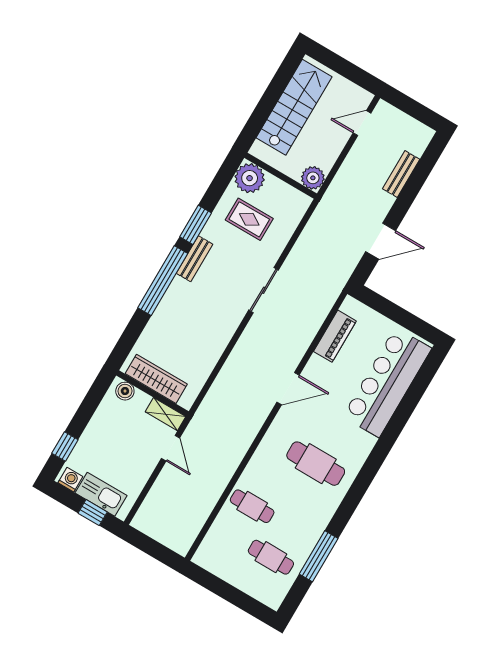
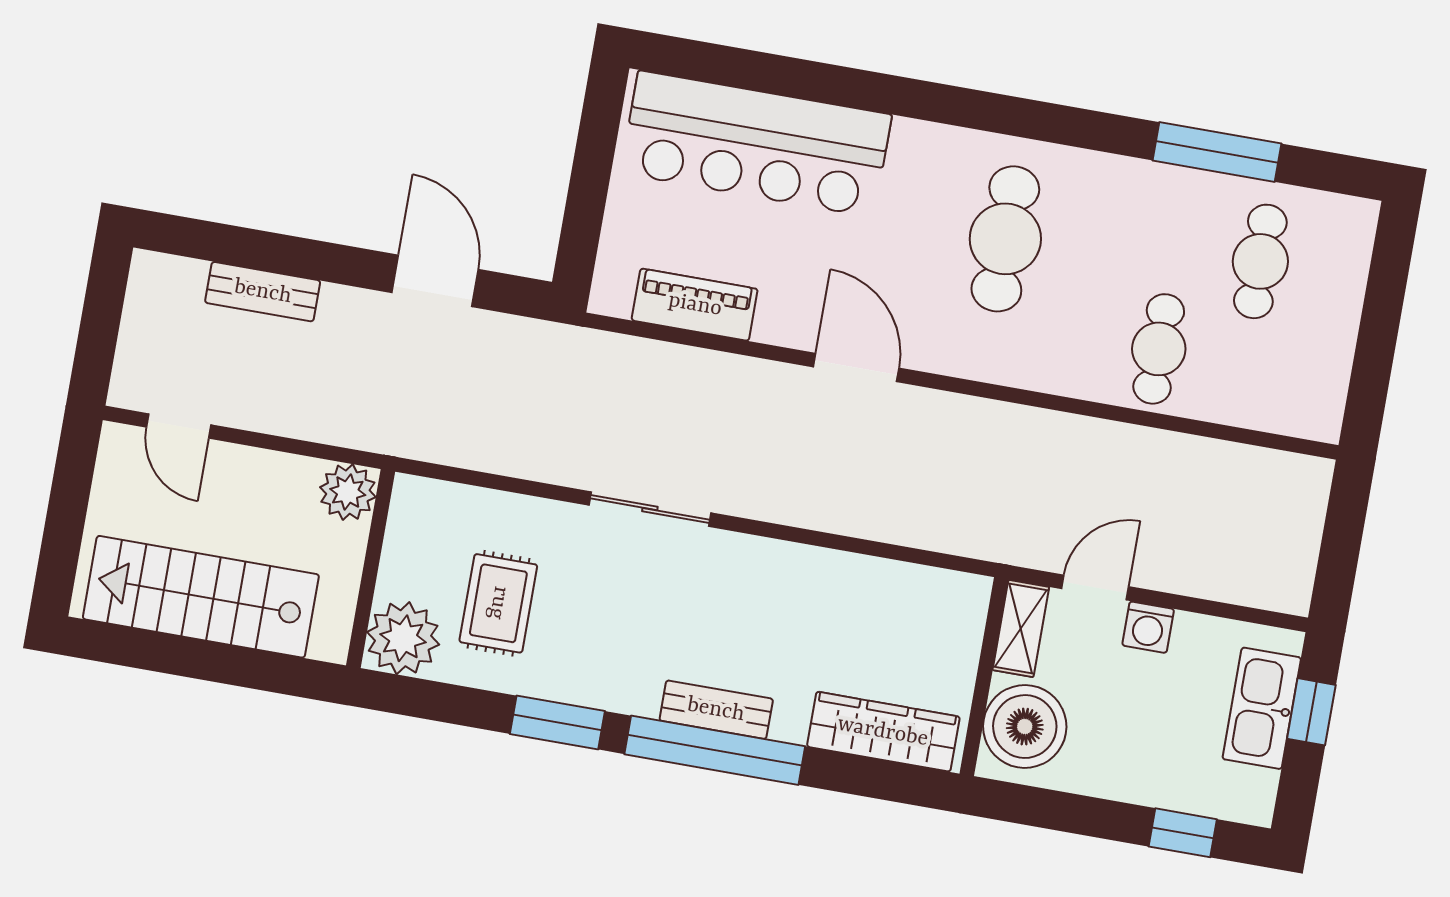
bench: (195, 259) -> (716, 710), moved
wardrobe: (156, 379) -> (883, 732), moved, turned 90
boiler: (125, 391) -> (1025, 727), width x1.86, depth x1.86
washing machine: (70, 480) -> (1148, 627), moved, turned -90

